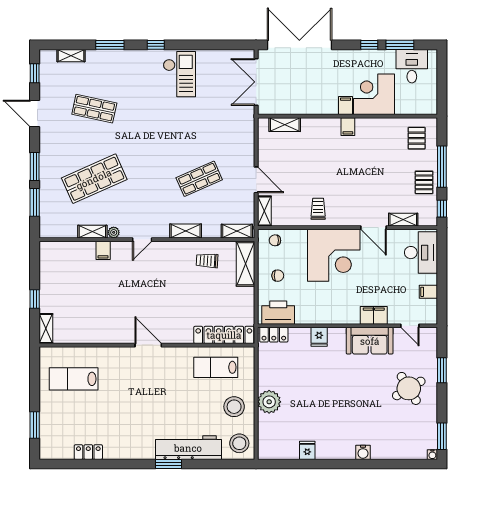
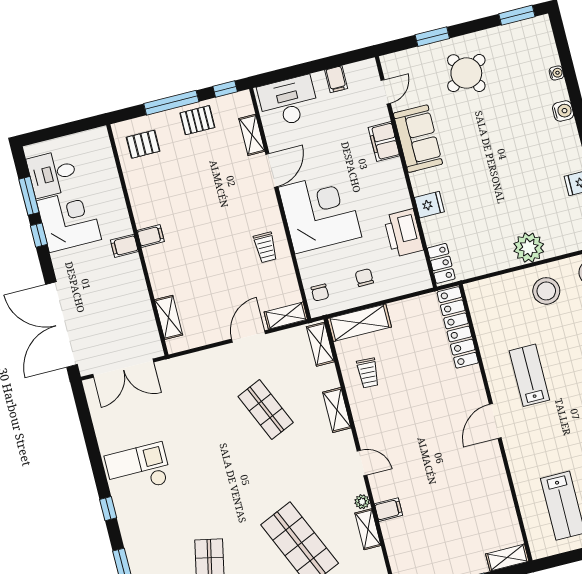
corner desk: (374, 94) -> (69, 220), moved, turned 180
trolley: (318, 209) -> (265, 247), turned -90
printer: (278, 313) -> (403, 233), moved
lab bench: (216, 367) -> (529, 375), moved, turned 180
water cooler: (432, 455) -> (556, 73), moved

